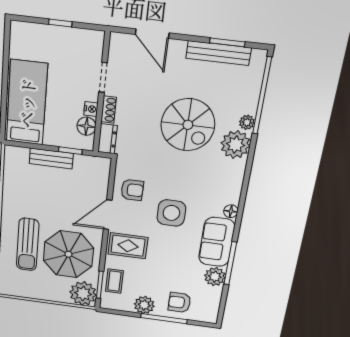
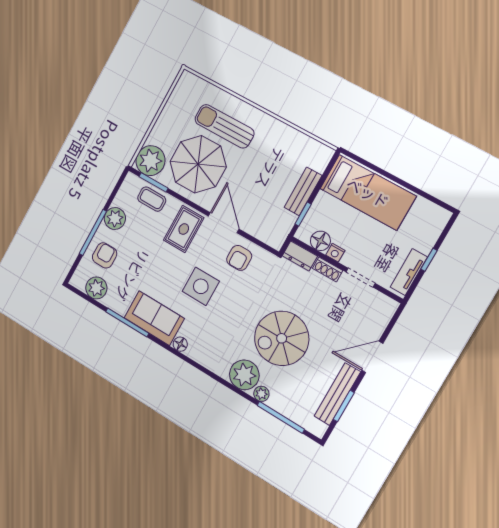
door: (152, 34) -> (372, 357), moved
tv unit: (79, 36) -> (409, 272), added
window: (262, 96) -> (281, 417), width x0.68
plant: (215, 277) -> (96, 288), moved

